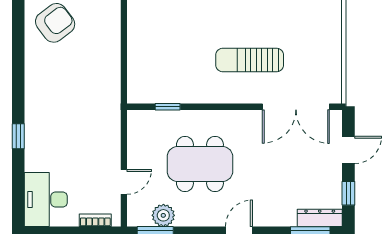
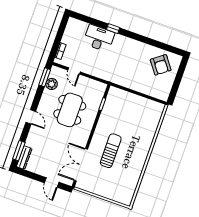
window: (348, 193) -> (31, 175), removed
desk: (46, 200) -> (99, 38), moved

